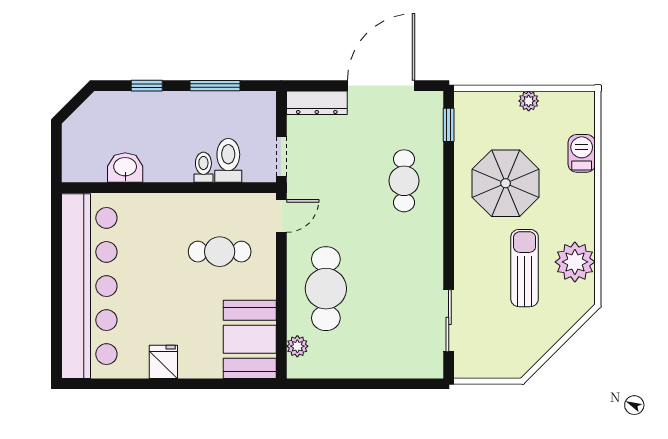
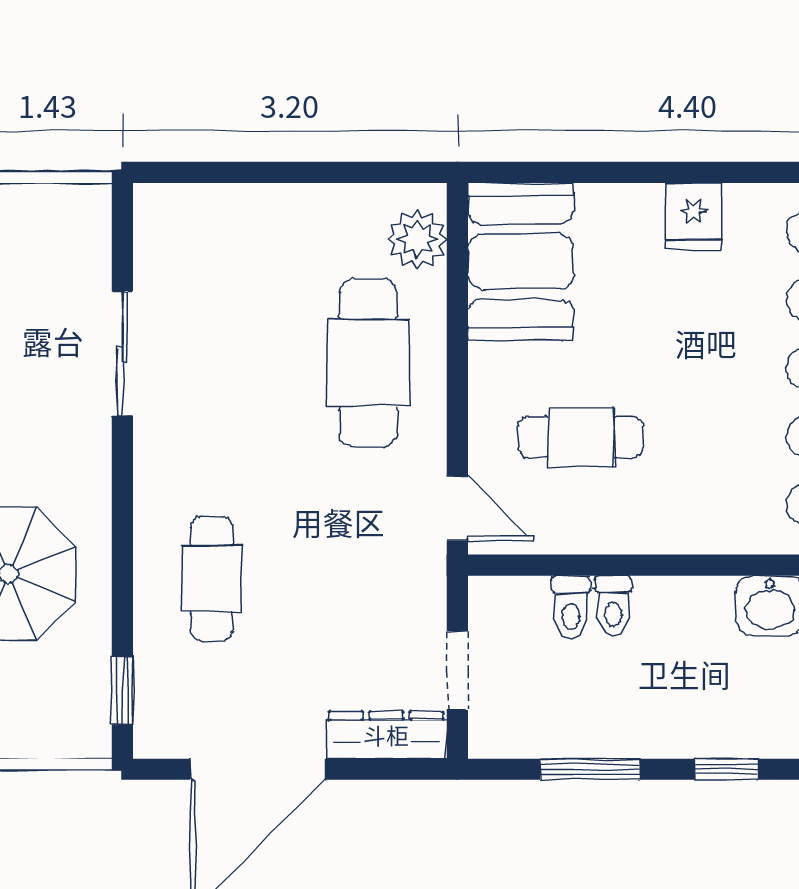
doorway: (281, 156) -> (457, 671), moved
toilet: (228, 160) -> (571, 607), width x0.73, depth x0.72
door: (281, 216) -> (457, 508), swing flipped
sliding door: (449, 321) -> (122, 354), moved
plant: (297, 346) -> (417, 239), width x1.38, depth x1.38

